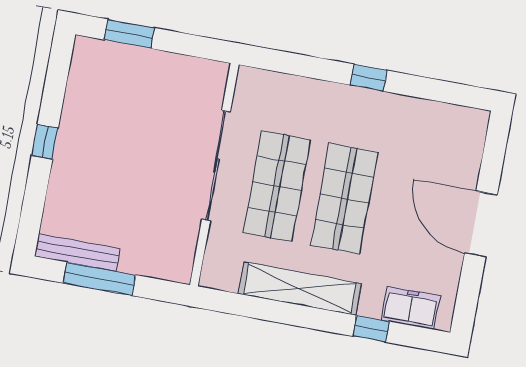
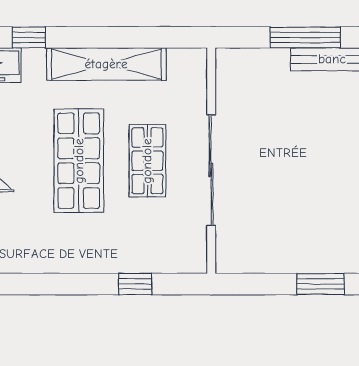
window: (369, 78) -> (135, 284), moved
shop shelf: (277, 186) -> (147, 161), width x0.70, depth x0.74

